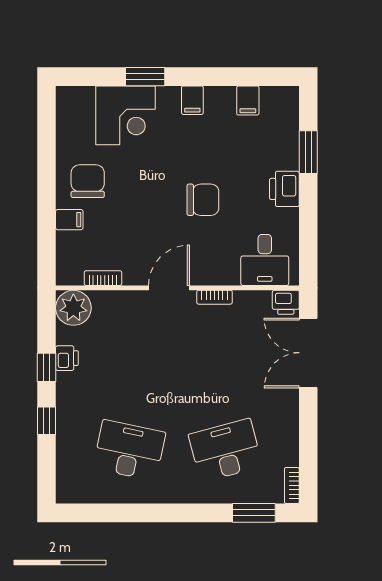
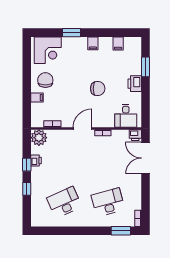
corner desk: (126, 115) -> (48, 50), moved
desk: (129, 450) -> (64, 202), turned -36

